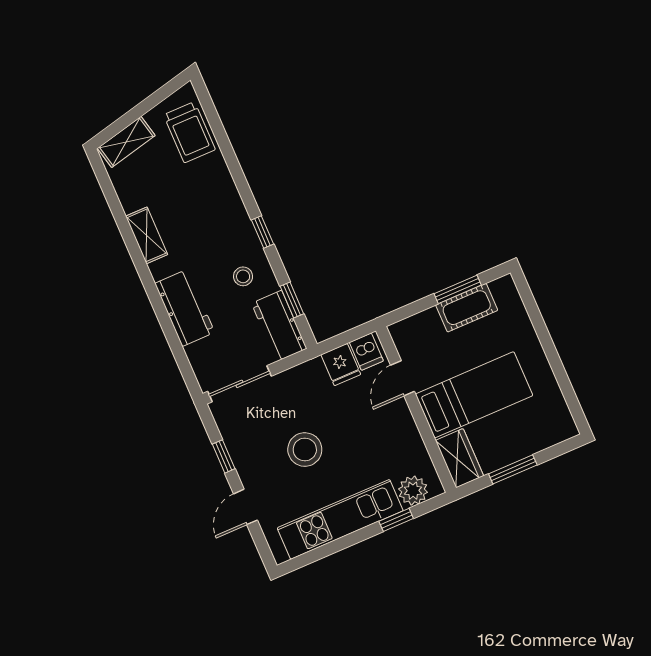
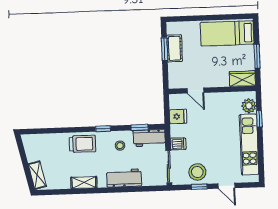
trolley: (189, 132) -> (83, 144), moved
dishwasher: (366, 352) -> (178, 144), moved
bed: (474, 395) -> (227, 33), moved, turned -90
stool: (305, 450) -> (197, 172), moved

